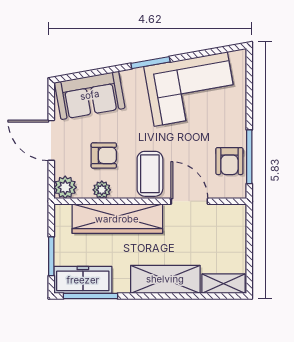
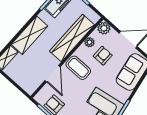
armchair: (104, 155) -> (103, 56), turned 180
door: (189, 201) -> (53, 74), hinge flipped

